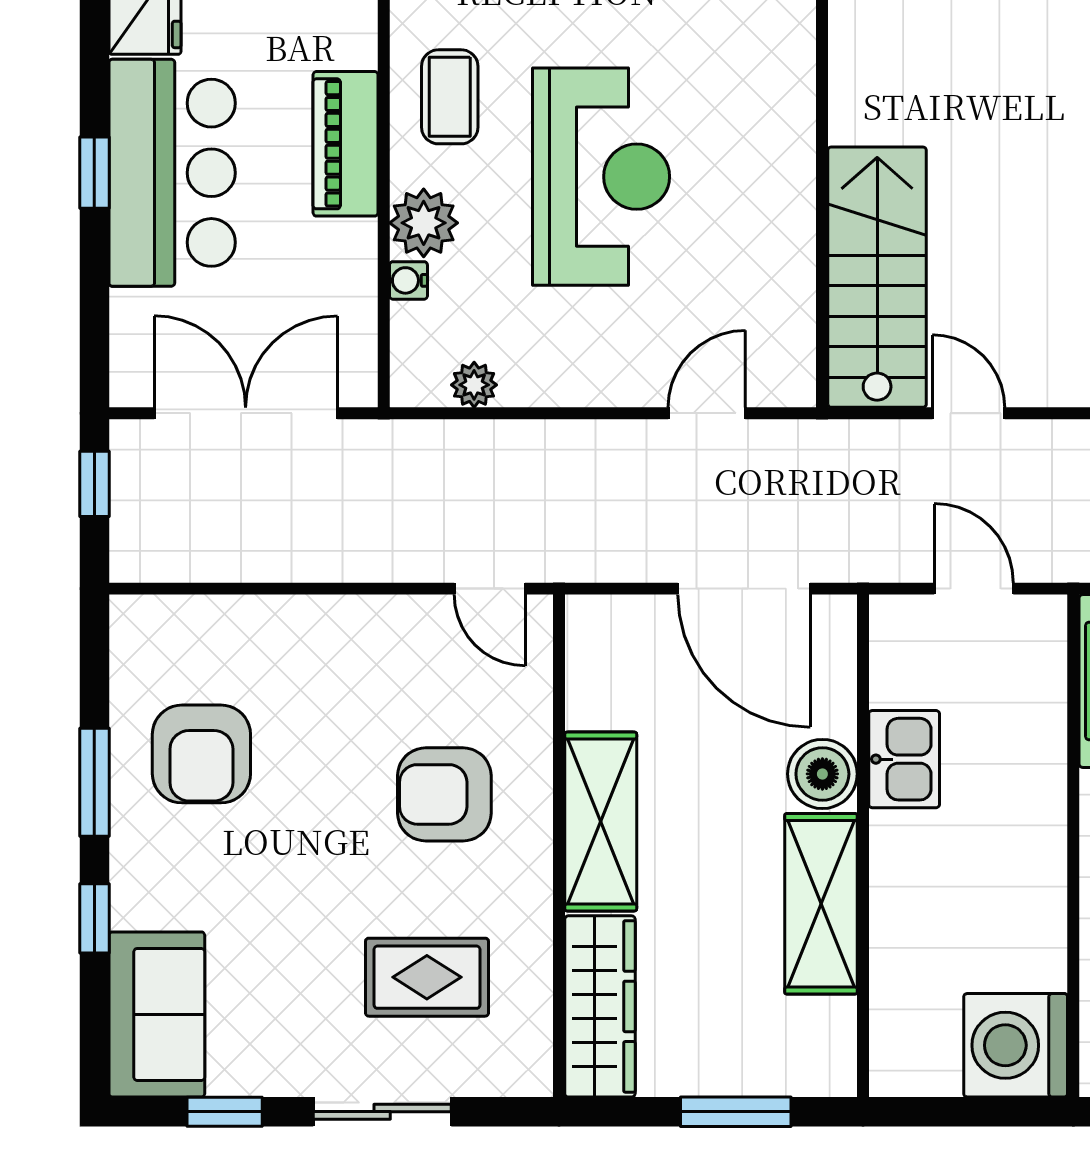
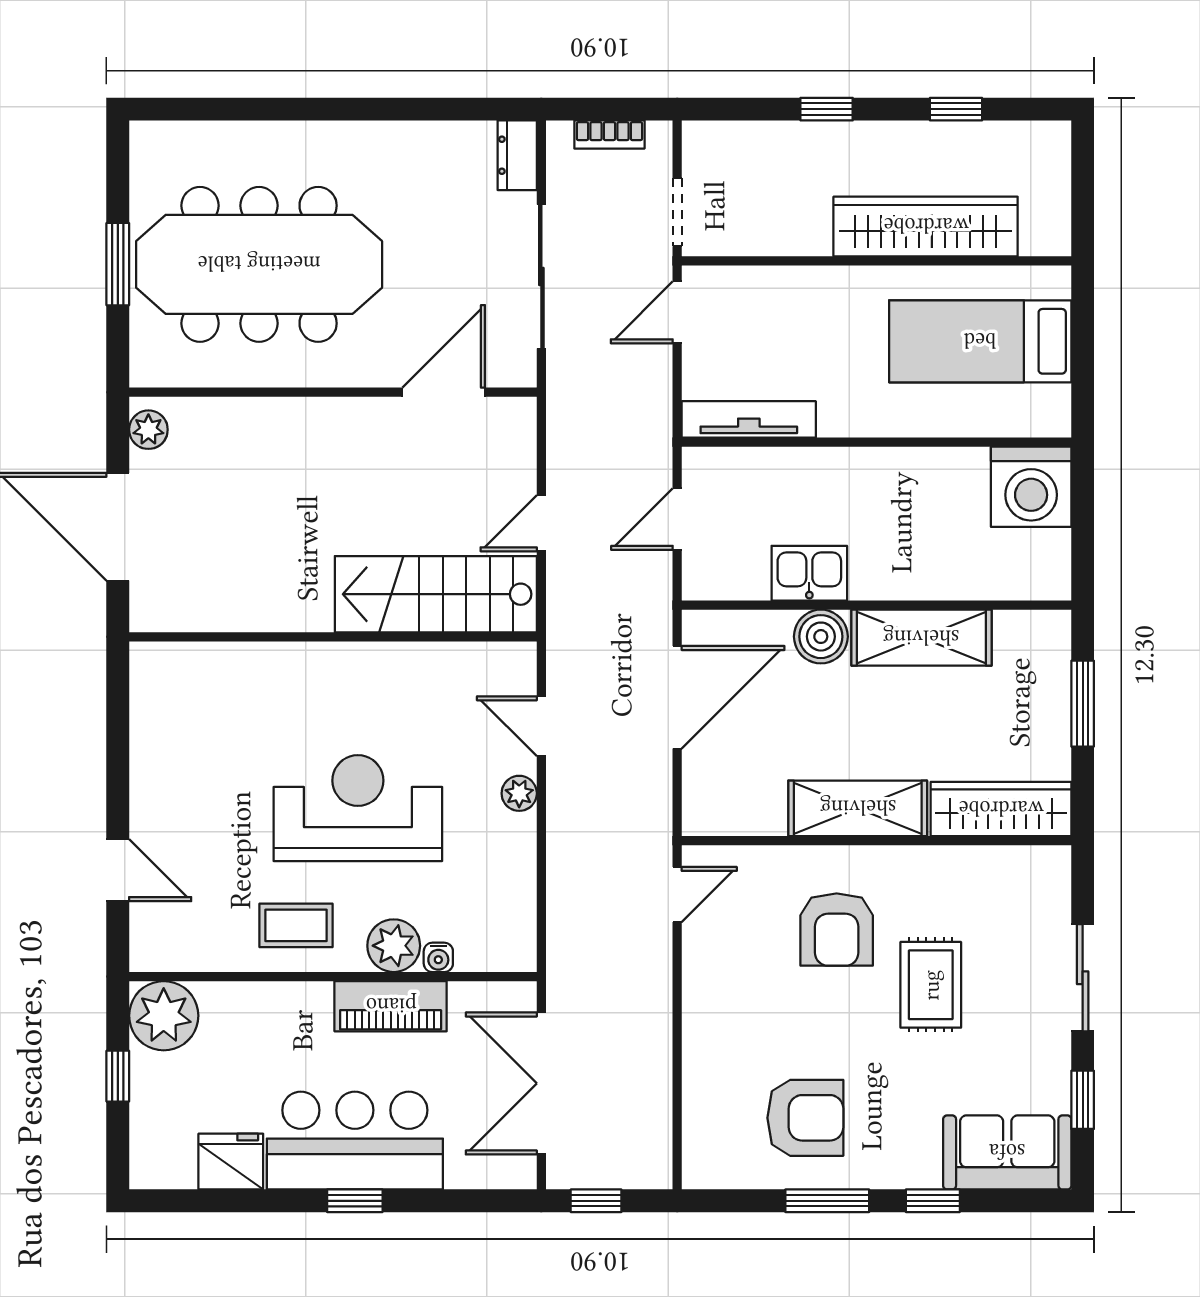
piano: (345, 144) -> (391, 1006), moved
plant: (474, 385) -> (519, 793), moved
rug: (427, 977) -> (931, 985), moved

